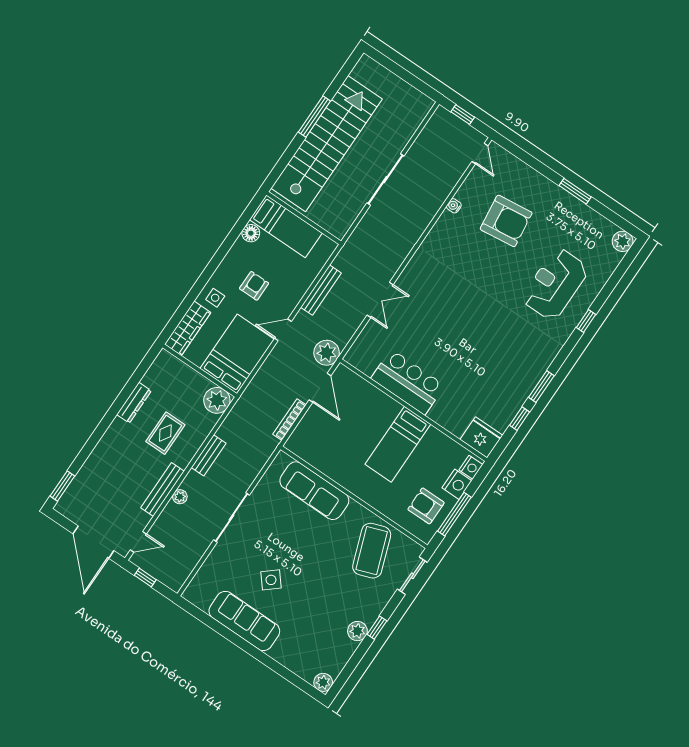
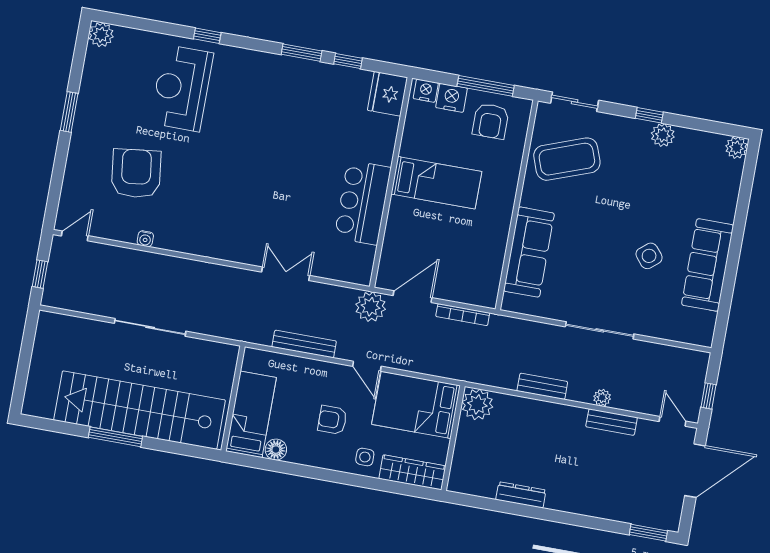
reception desk: (555, 284) -> (182, 88), turned 90
rug: (165, 433) -> (539, 445), removed
bench: (162, 489) -> (612, 422), width x0.73

